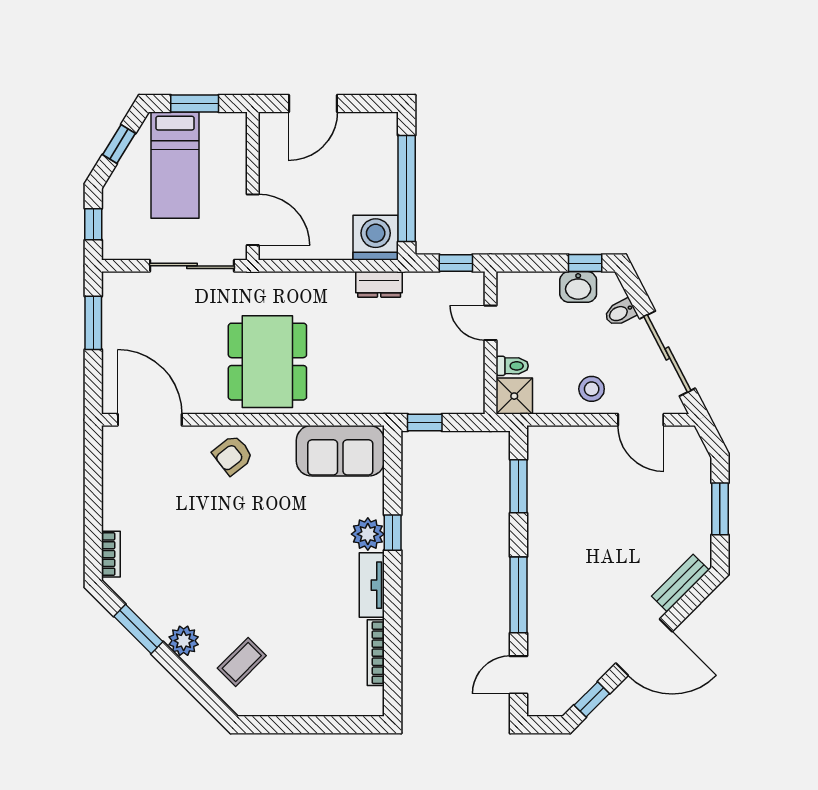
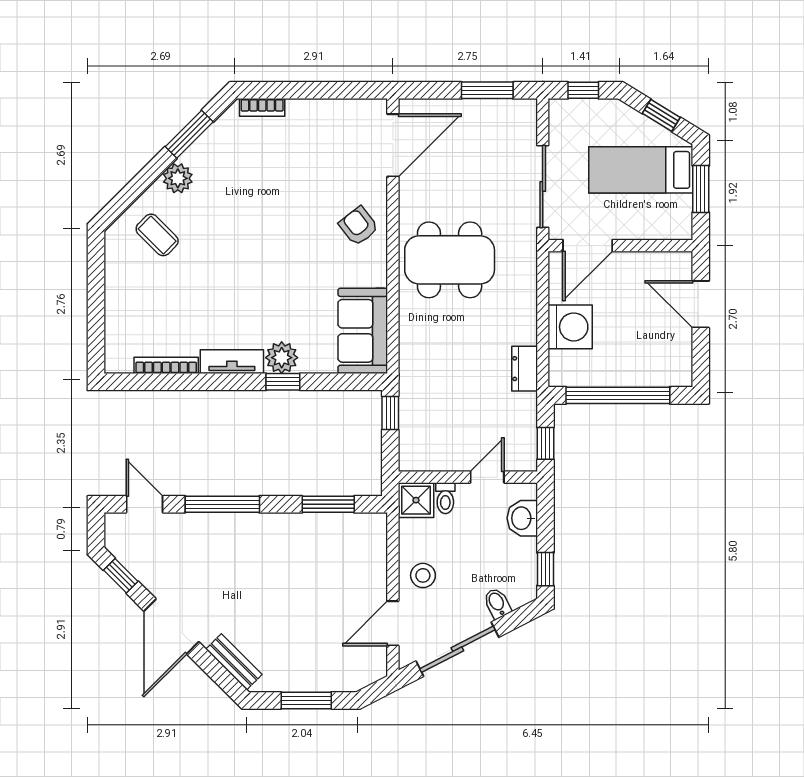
washing machine: (376, 238) -> (570, 327), moved
washbasin: (578, 287) -> (522, 518), moved

